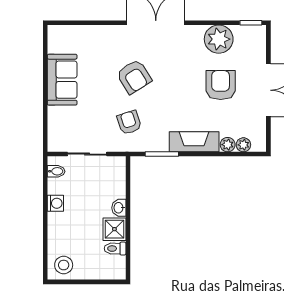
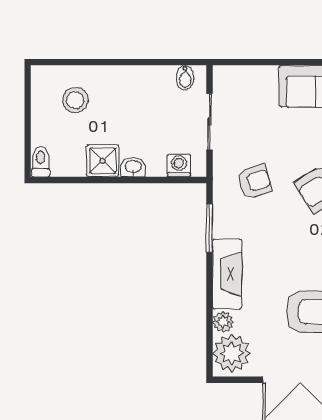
plant: (243, 145) -> (232, 353), width x1.88, depth x1.88
washing machine: (55, 203) -> (179, 165), moved, turned 180
toilet: (115, 249) -> (41, 162), moved
stool: (64, 265) -> (75, 100), moved

